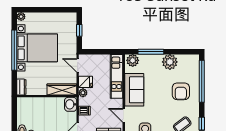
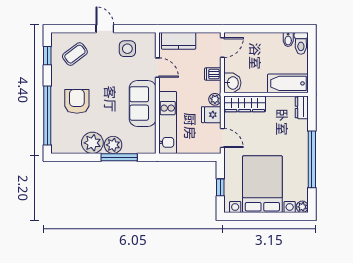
bed with nightstands: (37, 48) -> (262, 184), moved, turned 90
plant: (133, 60) -> (113, 145), moved
bathtub: (31, 104) -> (288, 83), added

